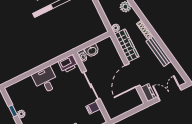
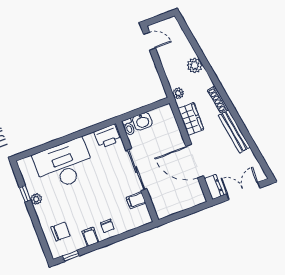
wardrobe: (127, 45) -> (191, 119), width x0.67
door: (132, 75) -> (195, 161), hinge flipped
desk: (45, 80) -> (64, 165), width x1.87, depth x1.30

